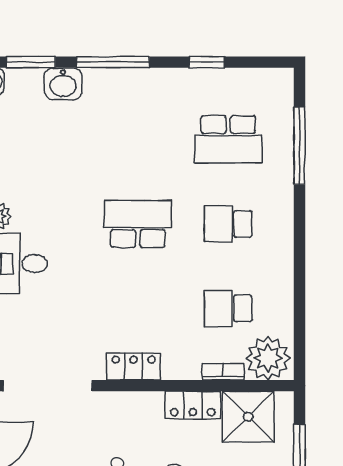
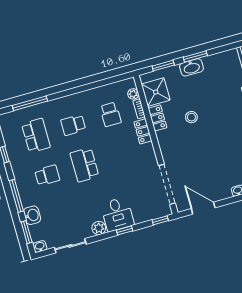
school desk: (138, 139) -> (47, 175), added
school desk: (228, 224) -> (73, 125), turned 90
plant: (268, 358) -> (133, 94), width x0.53, depth x0.53
locker: (134, 366) -> (143, 131), moved

